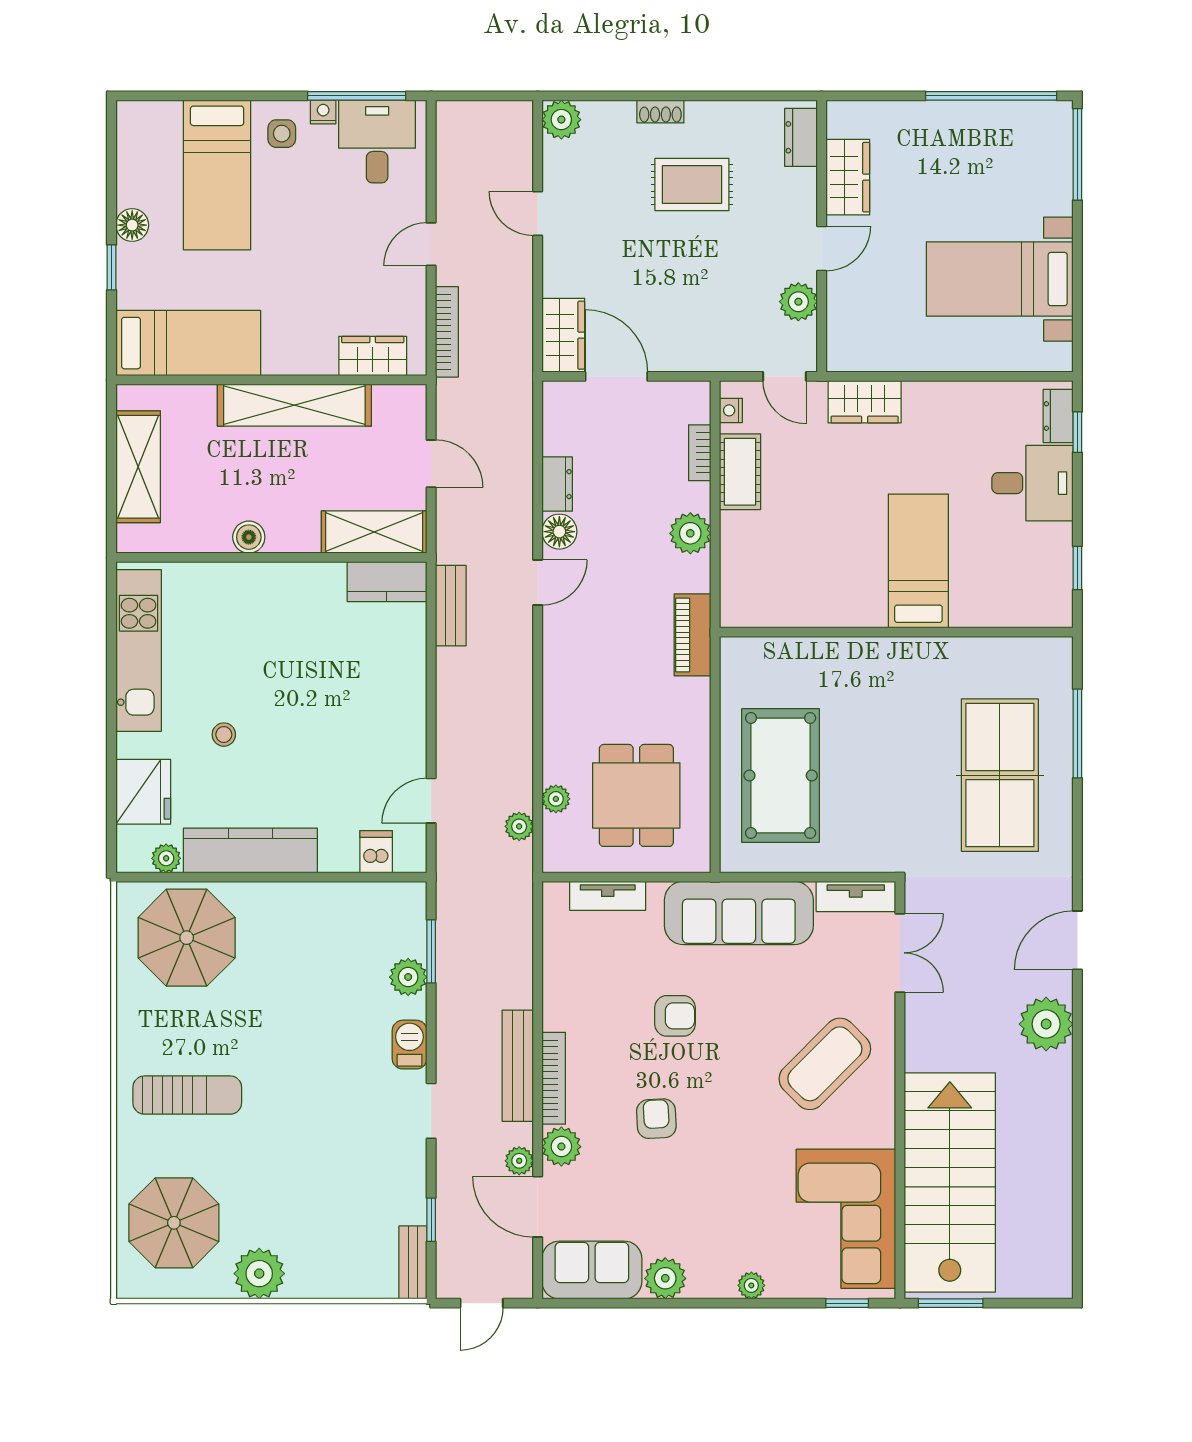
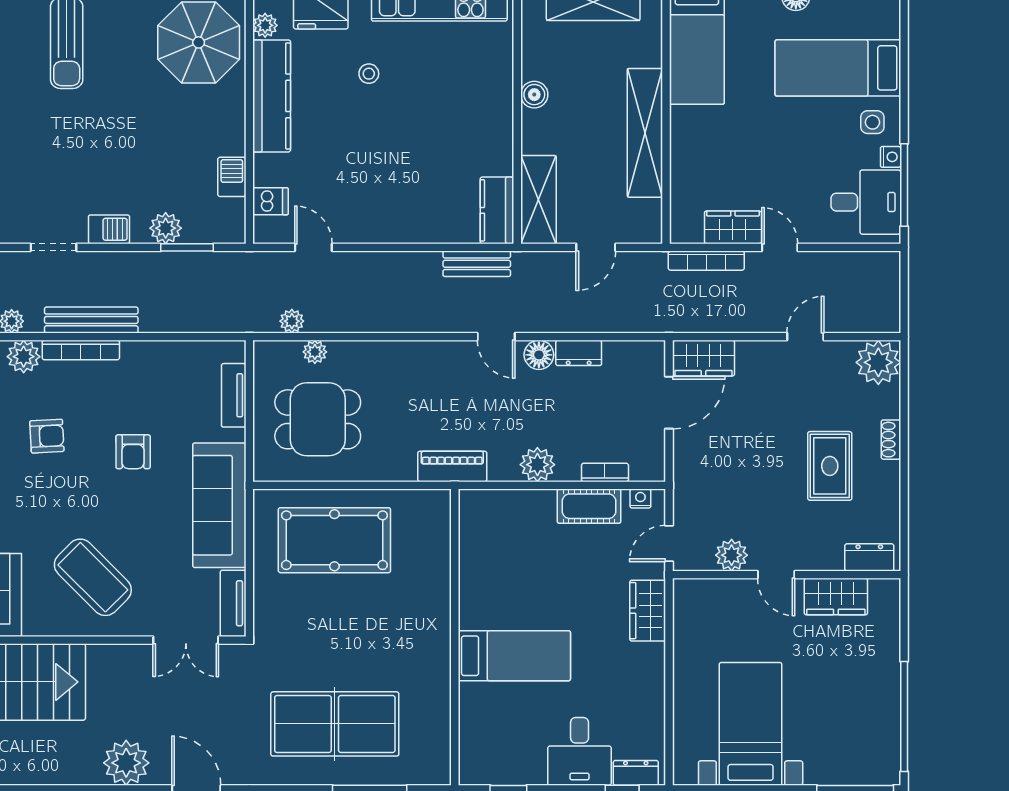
plant: (561, 120) -> (878, 362), width x1.36, depth x1.36
wardrobe: (373, 356) -> (733, 227), moved, turned -90
barbecue: (347, 898) -> (232, 177), added

